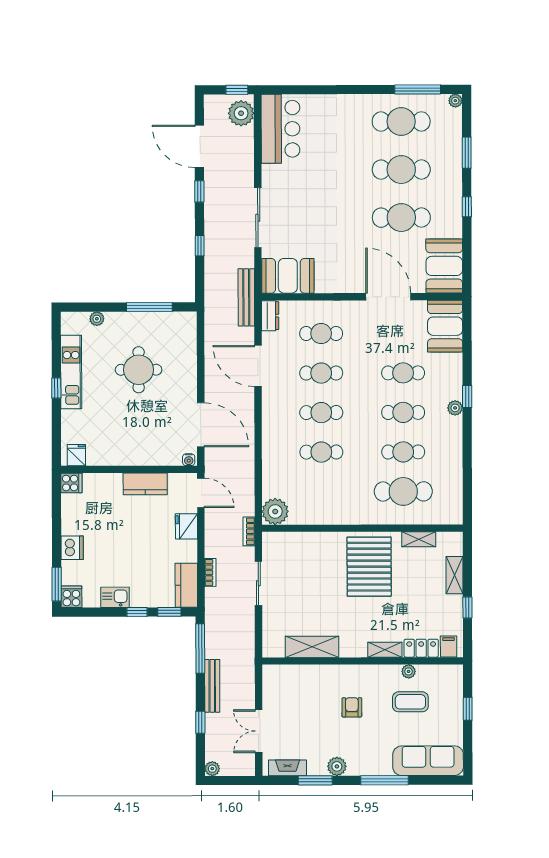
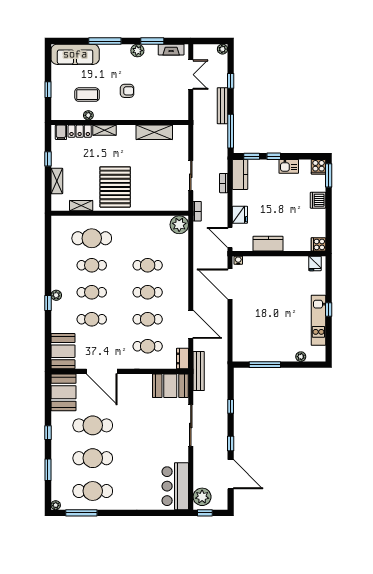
round table: (139, 370) -> (272, 322), removed
armchair: (352, 707) -> (127, 91), turned -90

